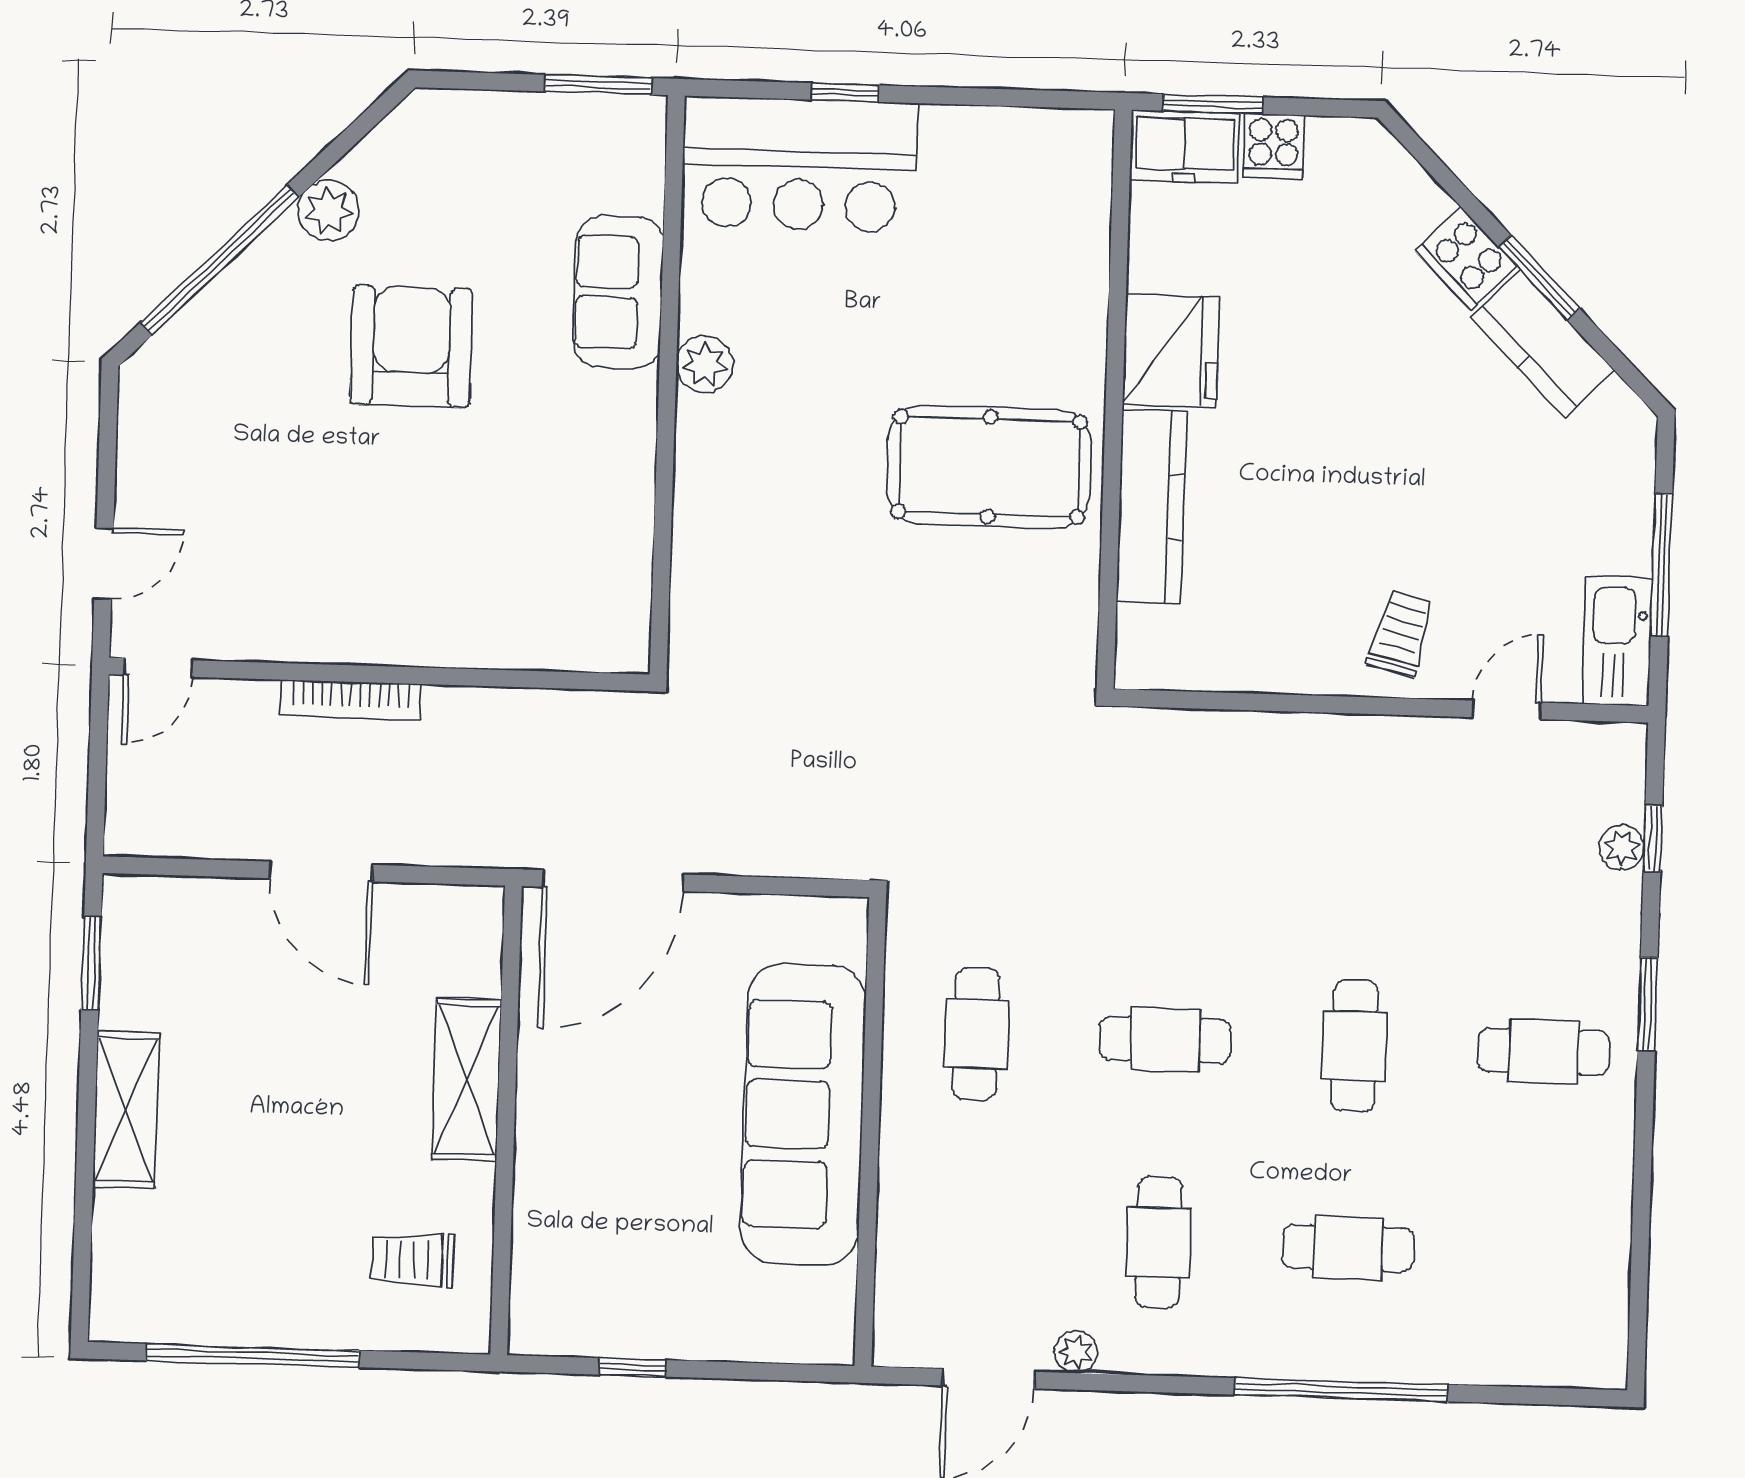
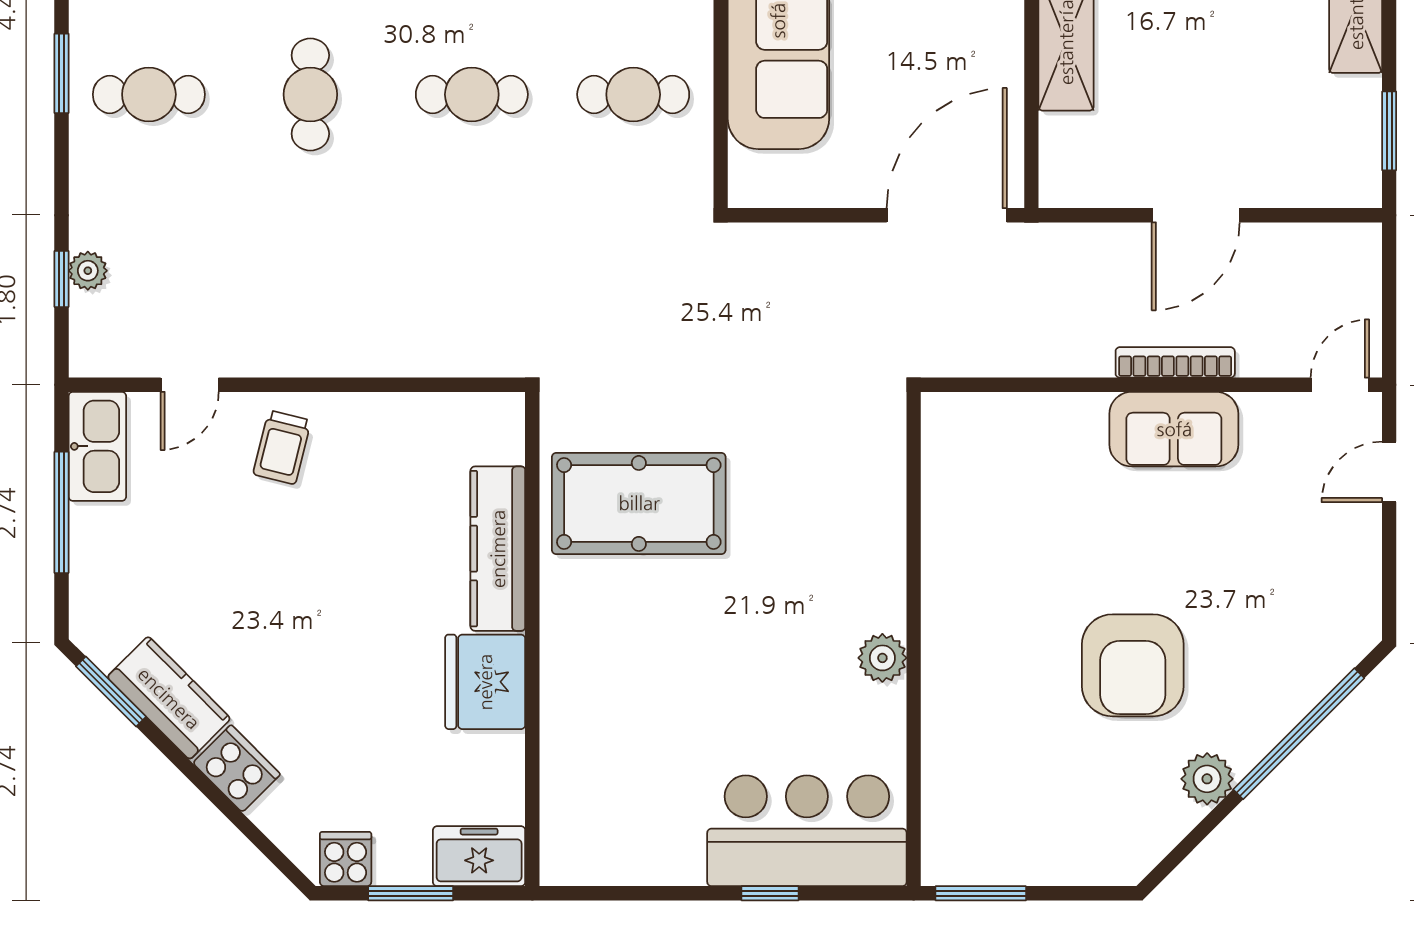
window: (1213, 104) -> (411, 893), moved
cooker: (1274, 146) -> (346, 859), moved
window: (1539, 278) -> (111, 692), moved
sofa: (618, 292) -> (1174, 429), moved, turned 90
pool table: (989, 467) -> (639, 503), moved
door: (321, 871) -> (1196, 215), swing flipped
window: (1648, 1004) -> (62, 73), moved
cafe table: (976, 1034) -> (633, 94), turned 90

